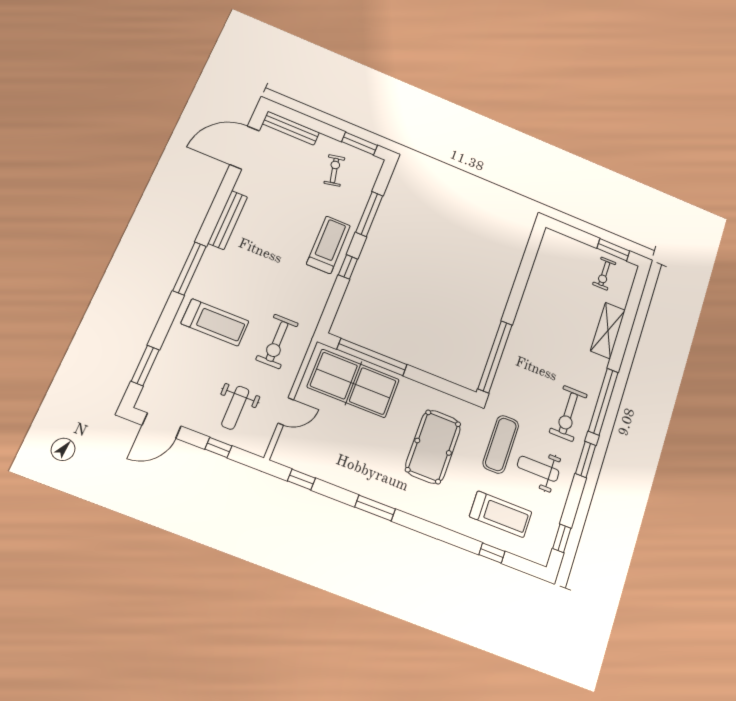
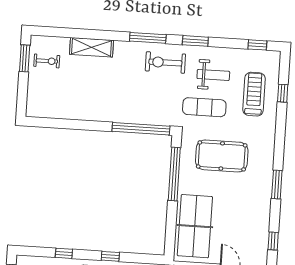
window: (369, 214) -> (64, 253), width x0.46
window: (372, 357) -> (174, 174), moved
window: (603, 402) -> (148, 38), width x0.68
exercise bike: (568, 413) -> (165, 62), turned 180
weight bench: (538, 469) -> (213, 75), turned -90

